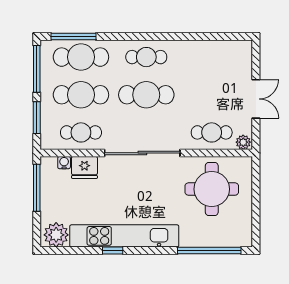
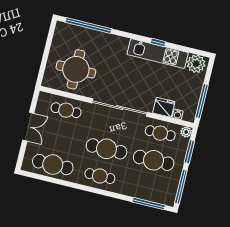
cafe table: (81, 57) -> (53, 165), moved
double door: (256, 99) -> (28, 127), swing flipped
plant: (243, 142) -> (186, 132), moved
kitchen unit: (124, 236) -> (158, 54), width x0.73

